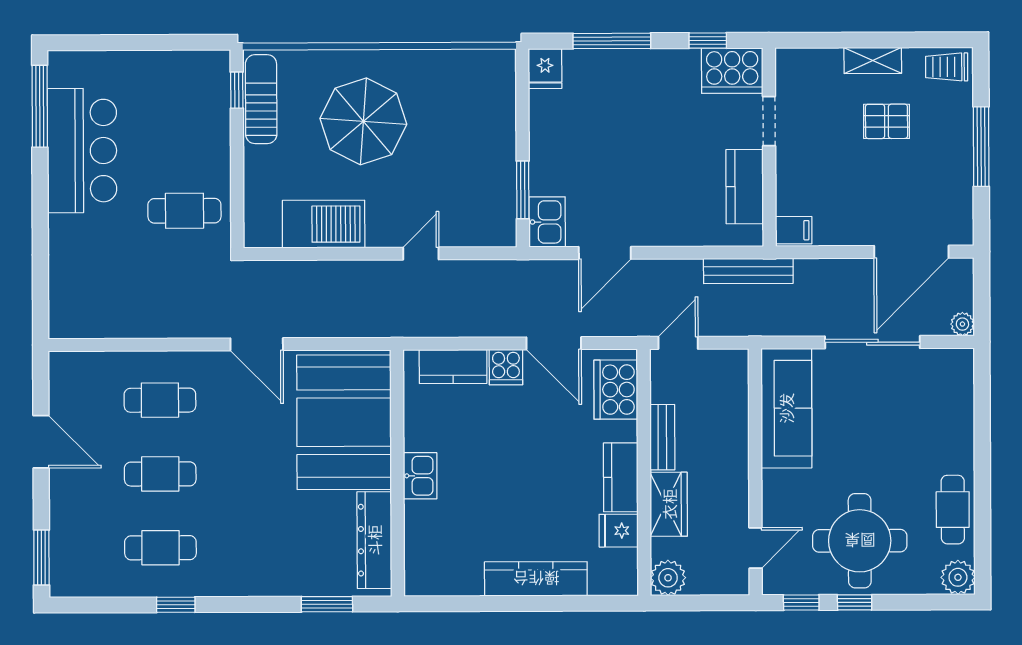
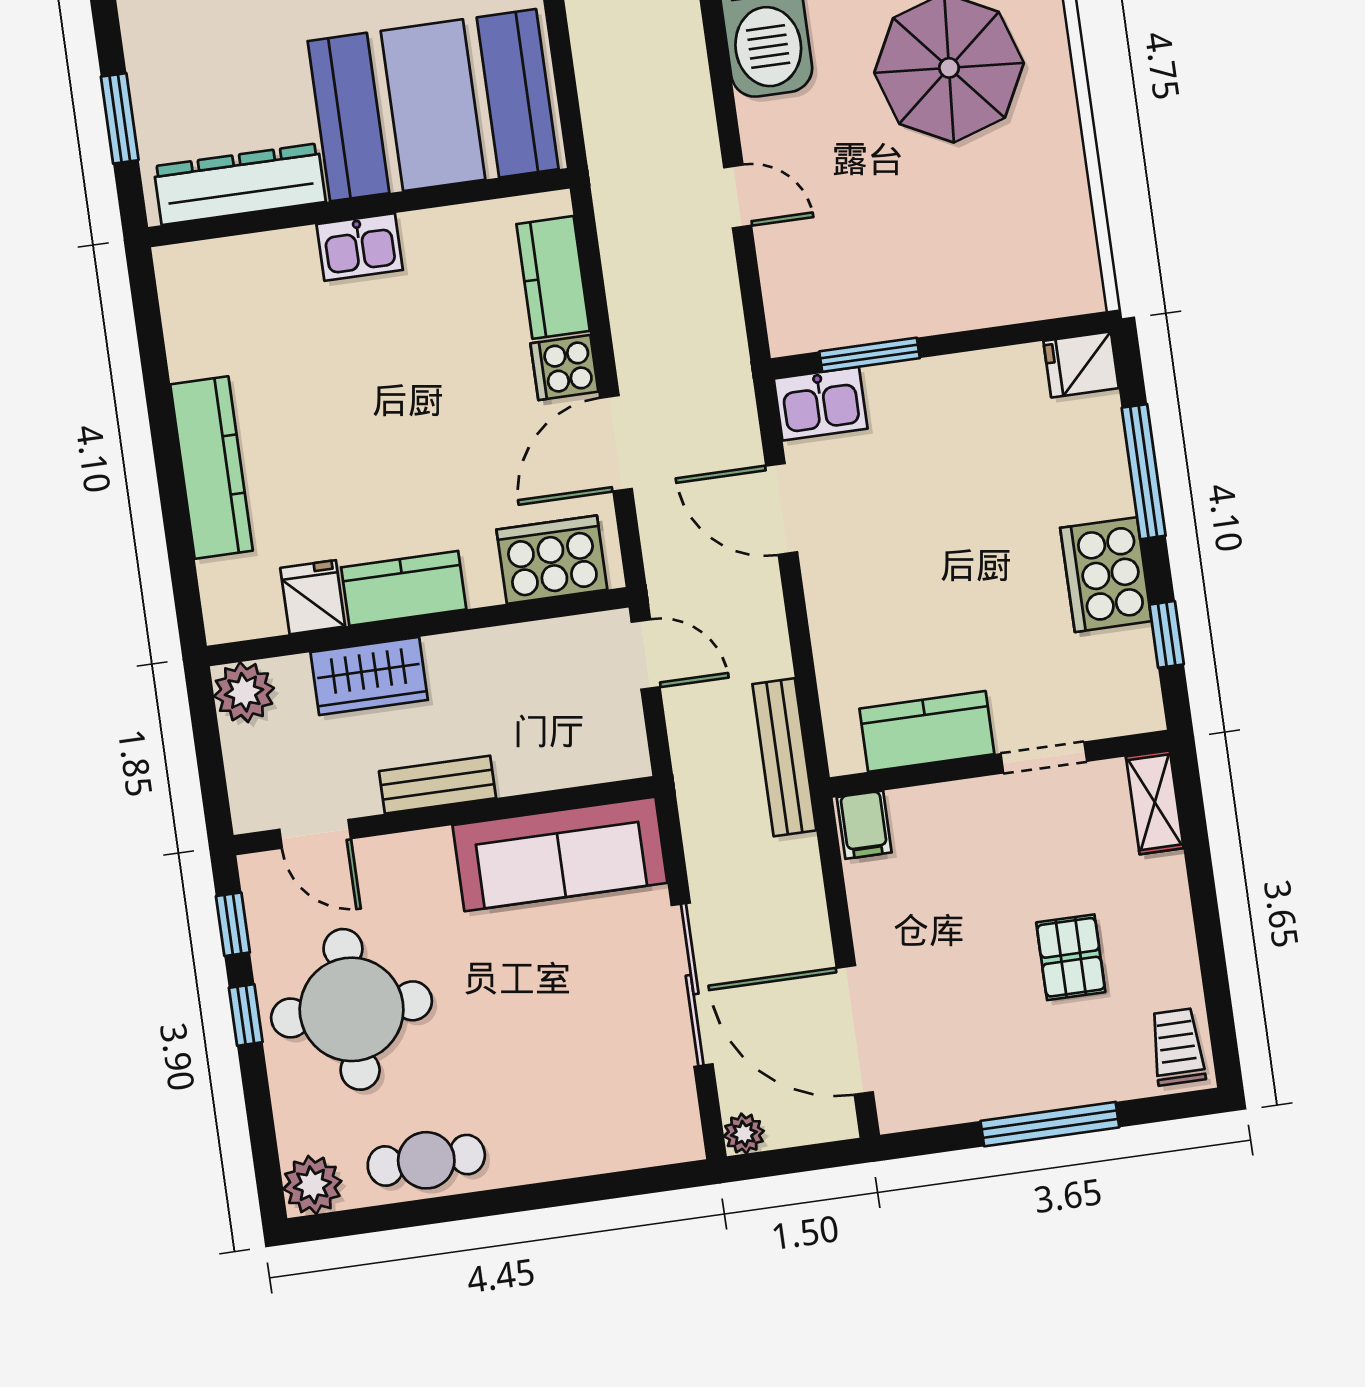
shelving: (873, 60) -> (1155, 802), moved
cooker: (732, 71) -> (1106, 575), moved
bench: (662, 437) -> (438, 785), moved

